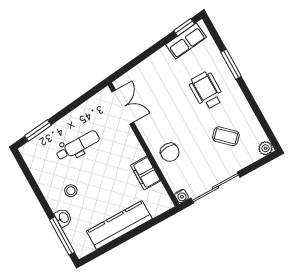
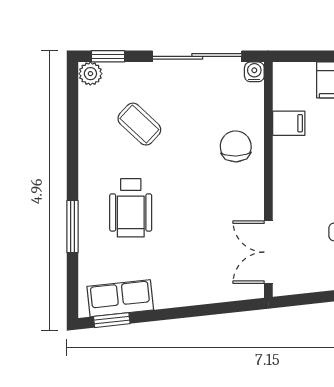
window: (261, 162) -> (108, 56), added
filing cabinet: (146, 173) -> (289, 123), width x0.50

